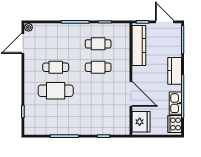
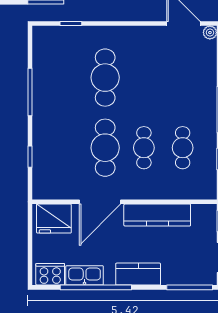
kitchen counter: (139, 46) -> (157, 215), moved
cafe table: (56, 67) -> (105, 148), moved, width x1.37, depth x1.35

